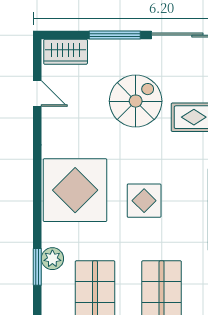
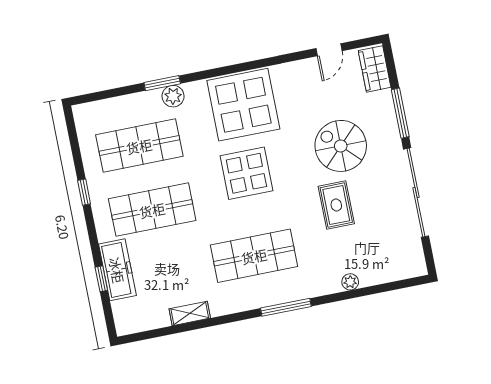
spiral stairs: (136, 101) -> (341, 146), turned 180
display table: (144, 201) -> (246, 173), width x1.36, depth x1.36

